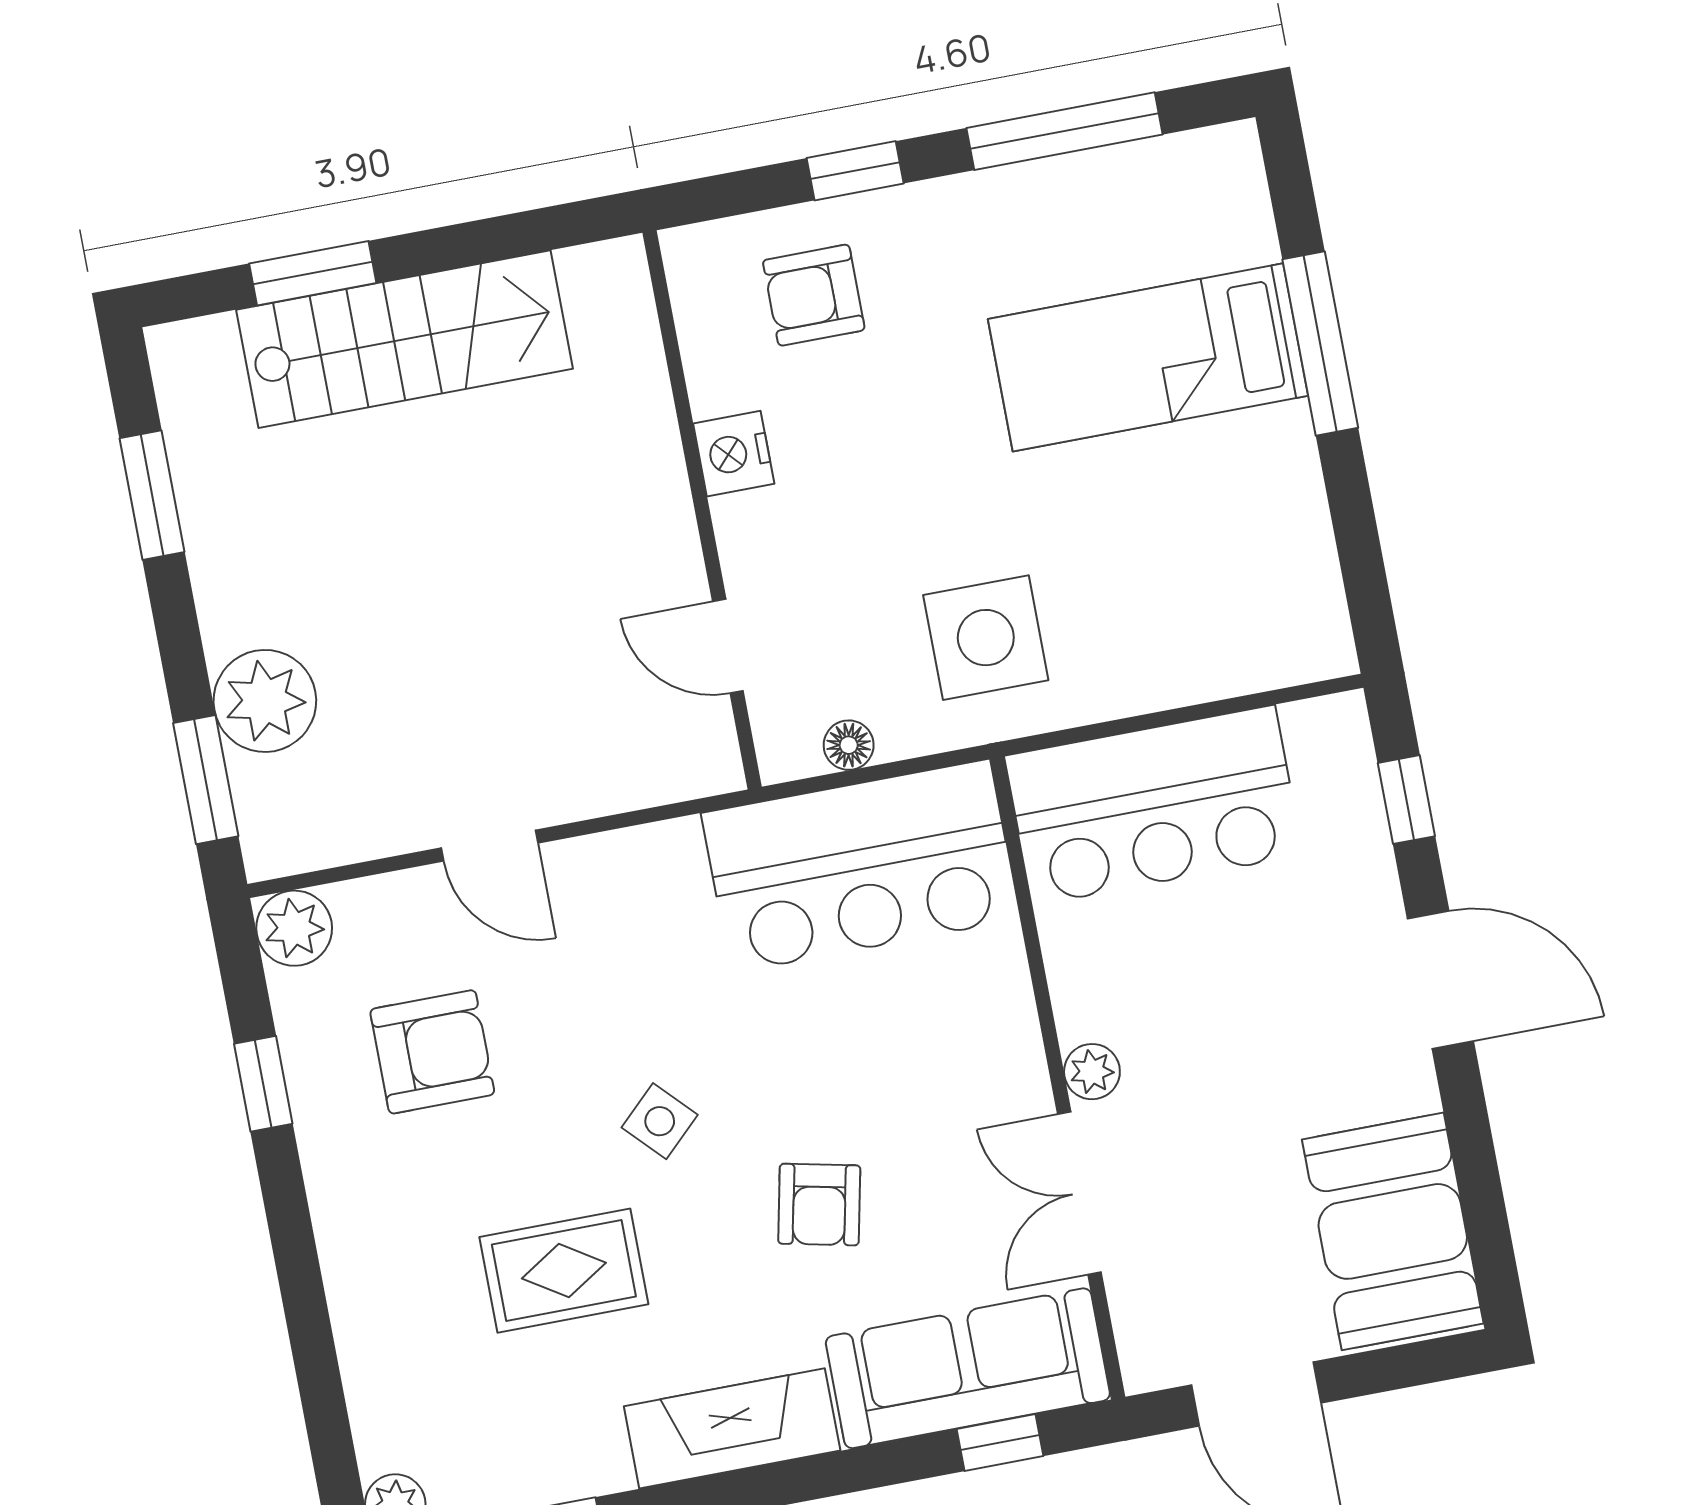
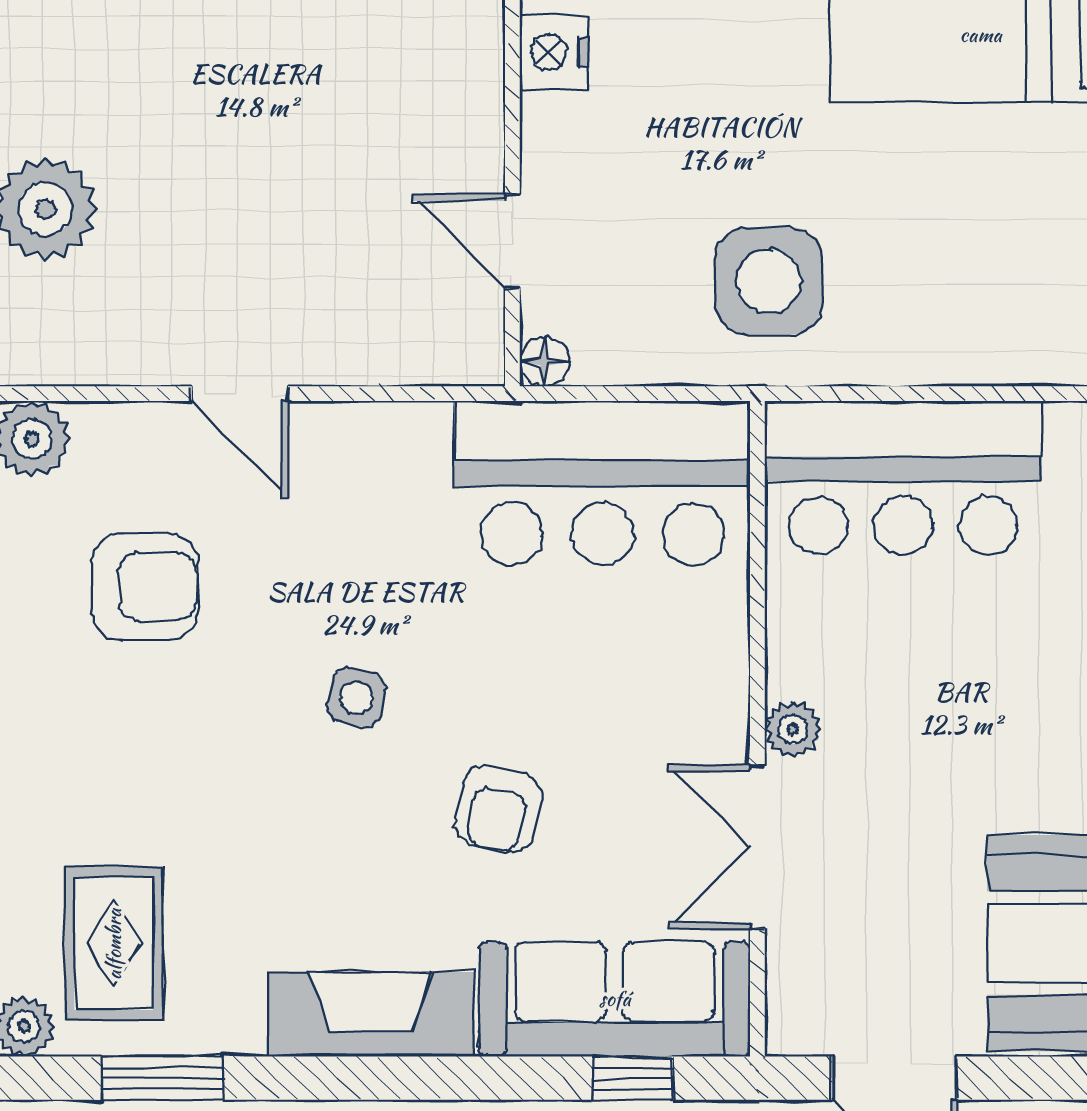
floor lamp: (849, 745) -> (545, 362), moved
side table: (660, 1121) -> (356, 697), turned -34
rug: (564, 1271) -> (114, 944), moved, turned 90

